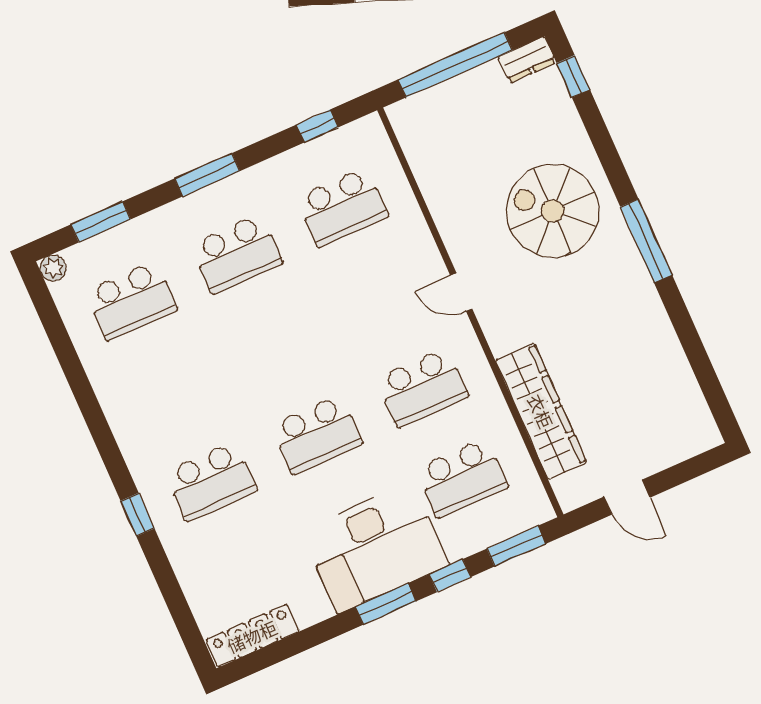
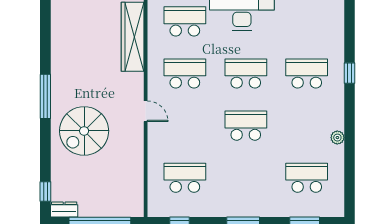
spiral stairs: (553, 211) -> (84, 131), turned 90
school desk: (237, 254) -> (246, 126), moved
plant: (53, 268) -> (337, 138), moved

